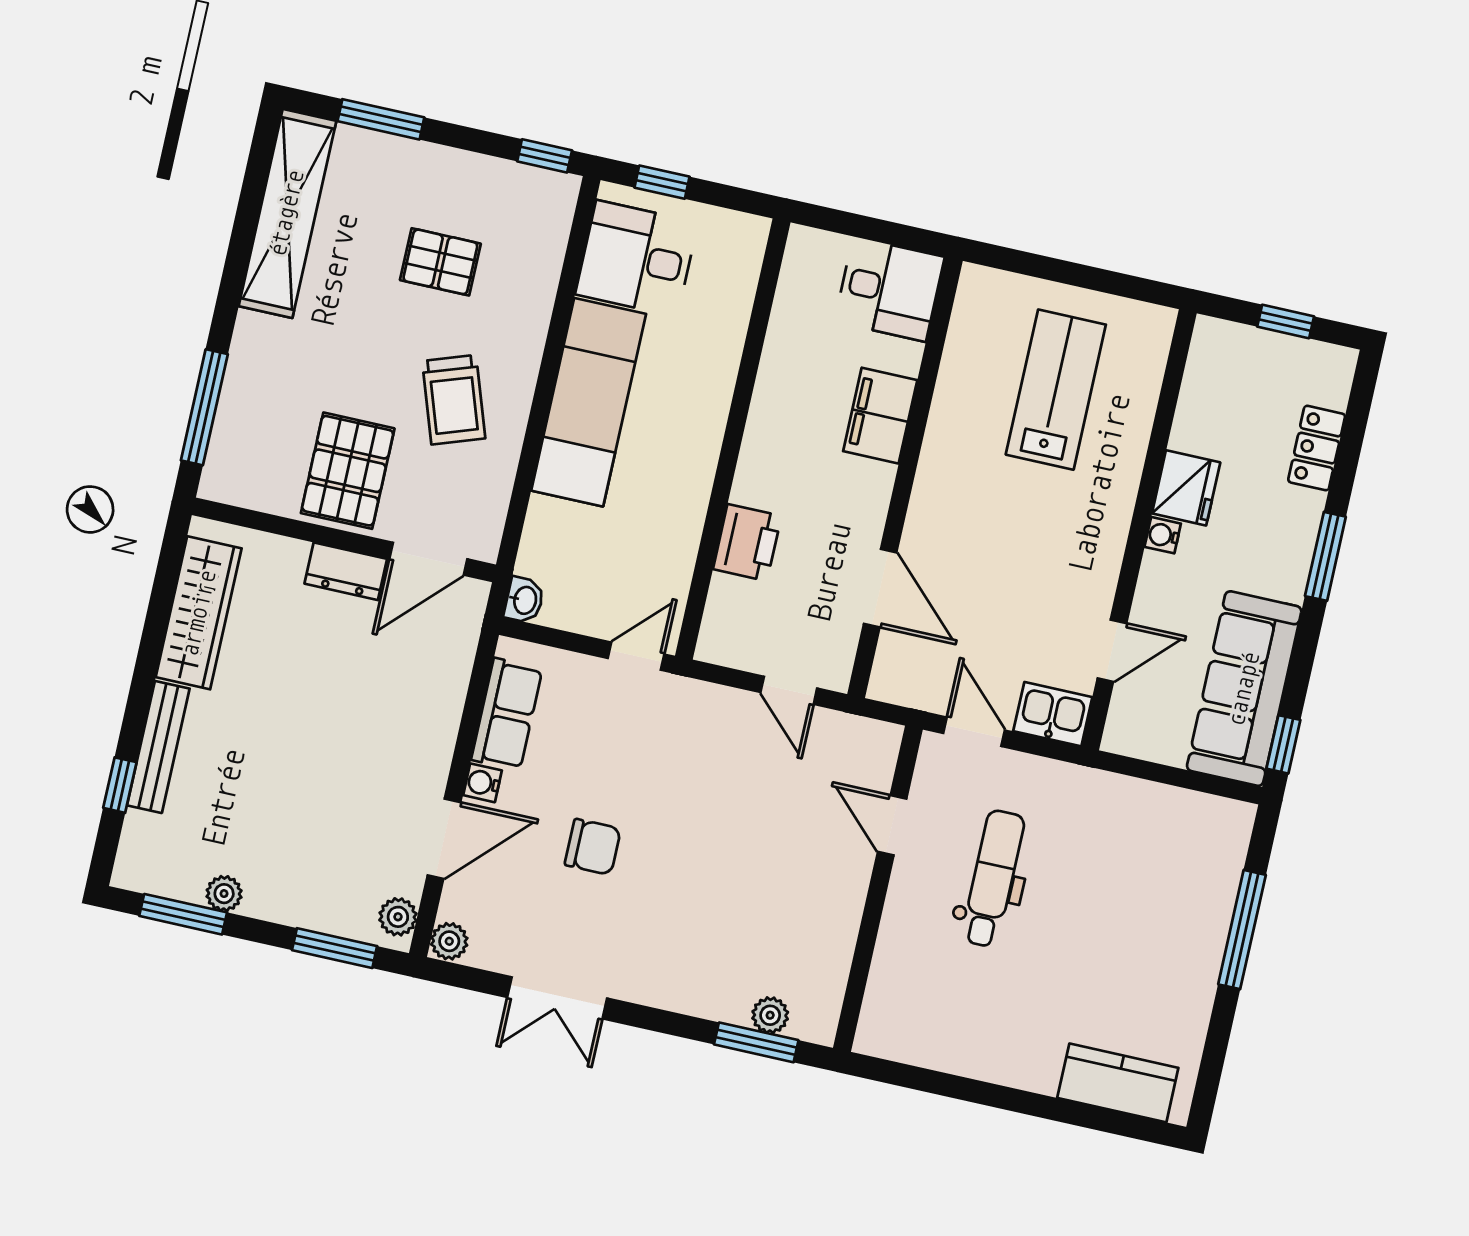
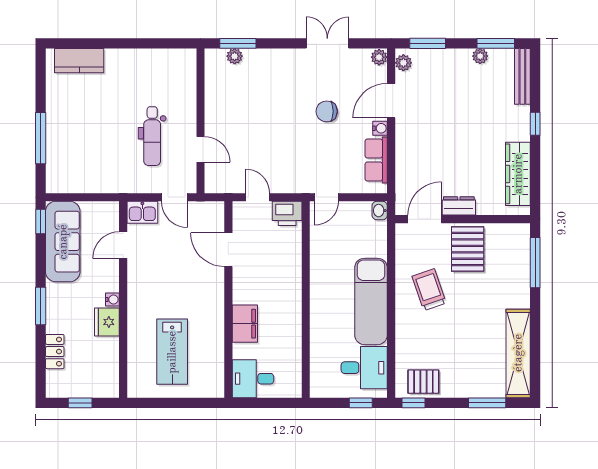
pallet: (440, 262) -> (423, 382), moved
printer: (747, 543) -> (287, 213), moved, turned -90
bench: (158, 747) -> (522, 76), moved
window: (120, 785) -> (535, 124), moved

